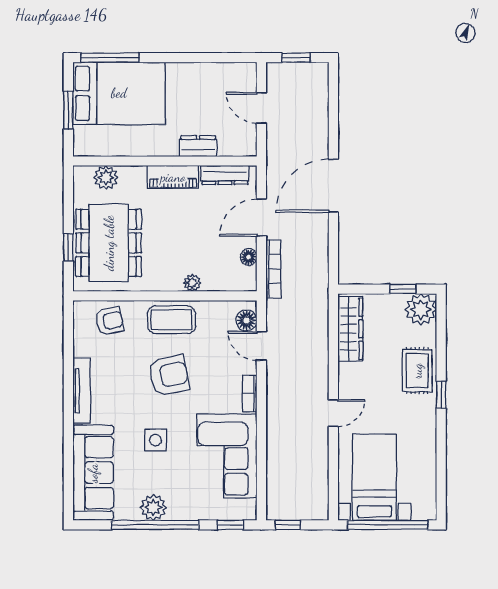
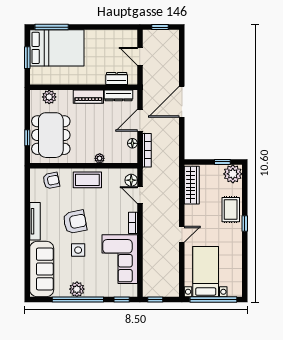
dresser: (198, 146) -> (117, 79), moved
armchair: (169, 375) -> (75, 222), moved

